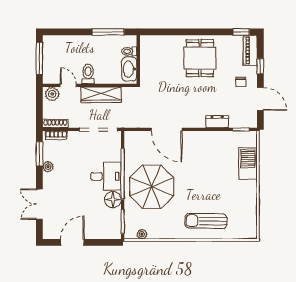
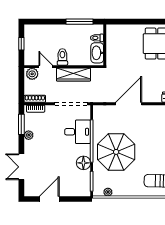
window: (39, 58) -> (21, 44), width x0.46
door: (167, 129) -> (129, 104), swing flipped
desk: (106, 176) -> (78, 132), moved

